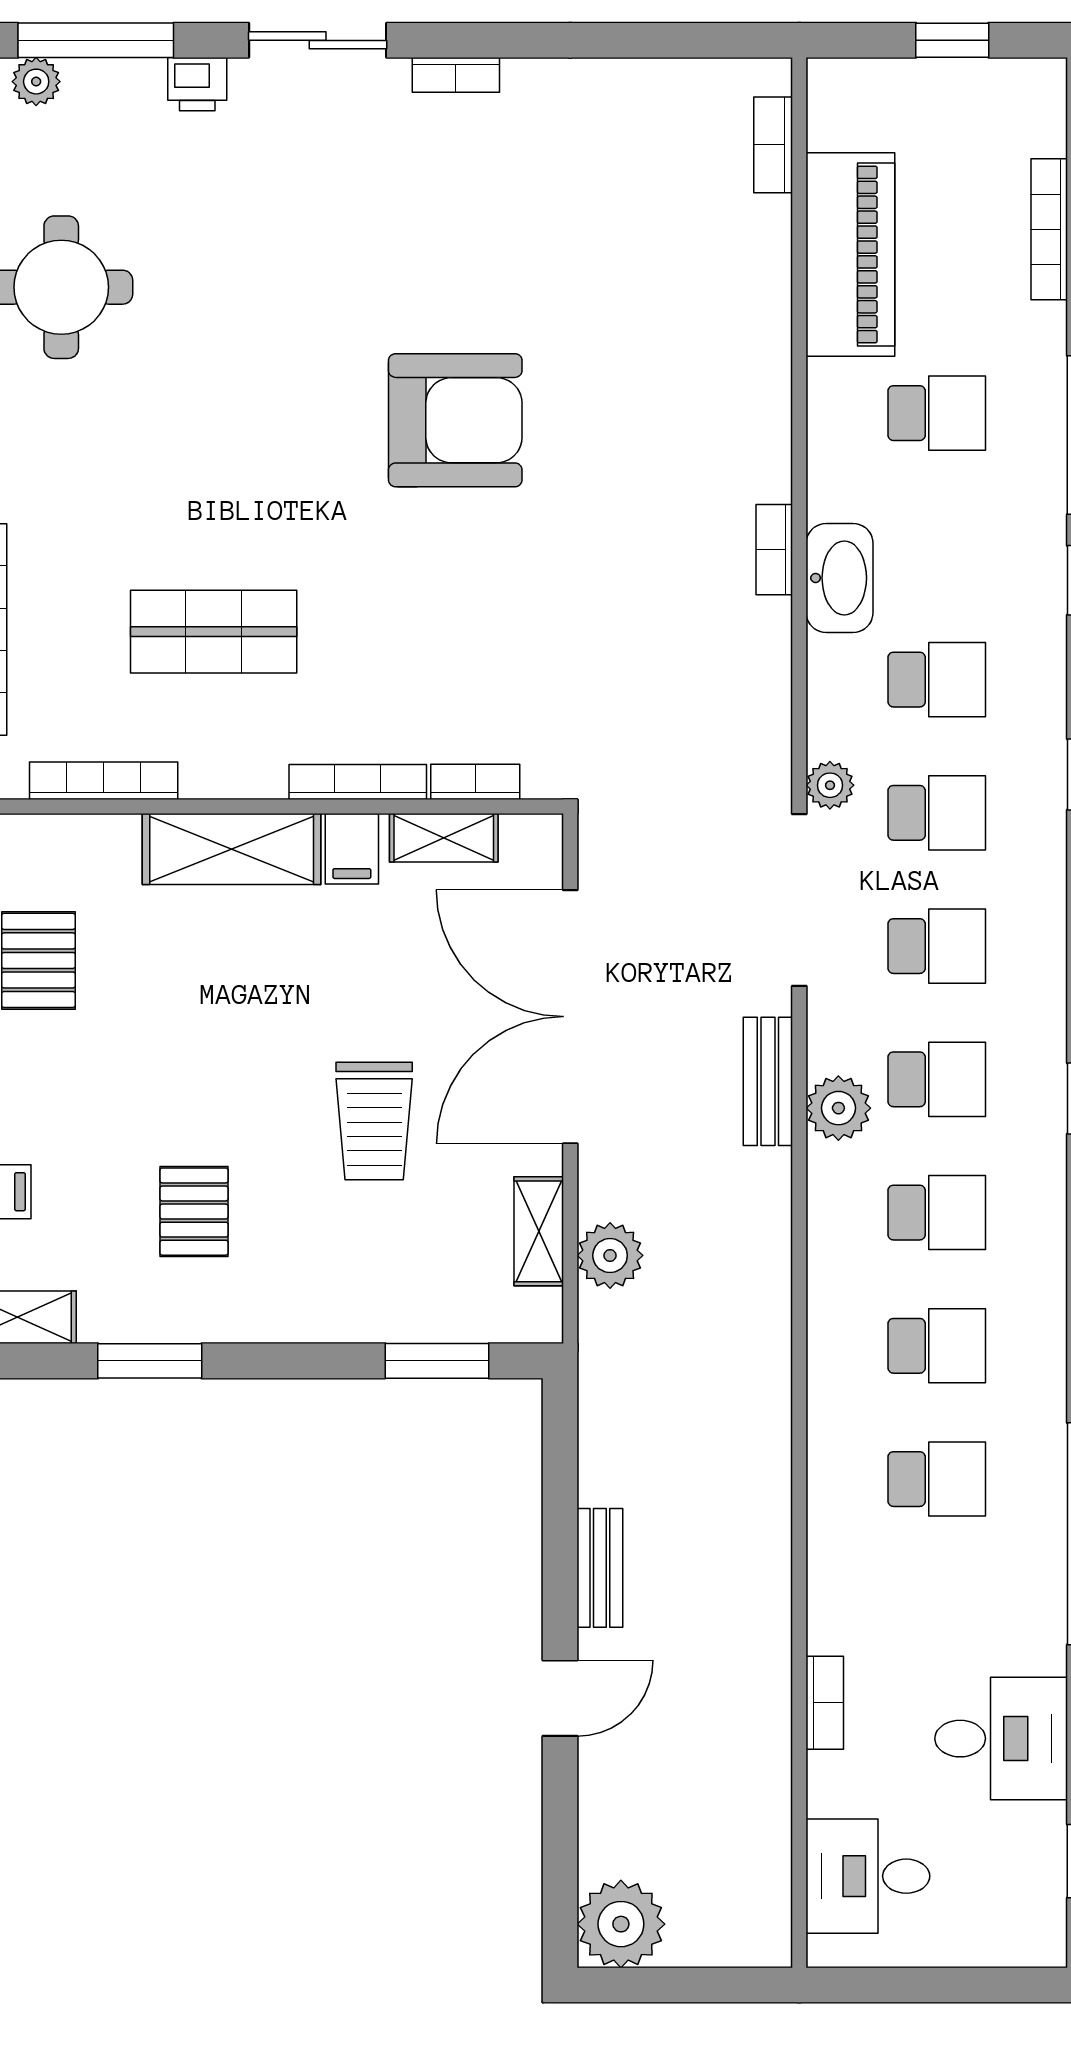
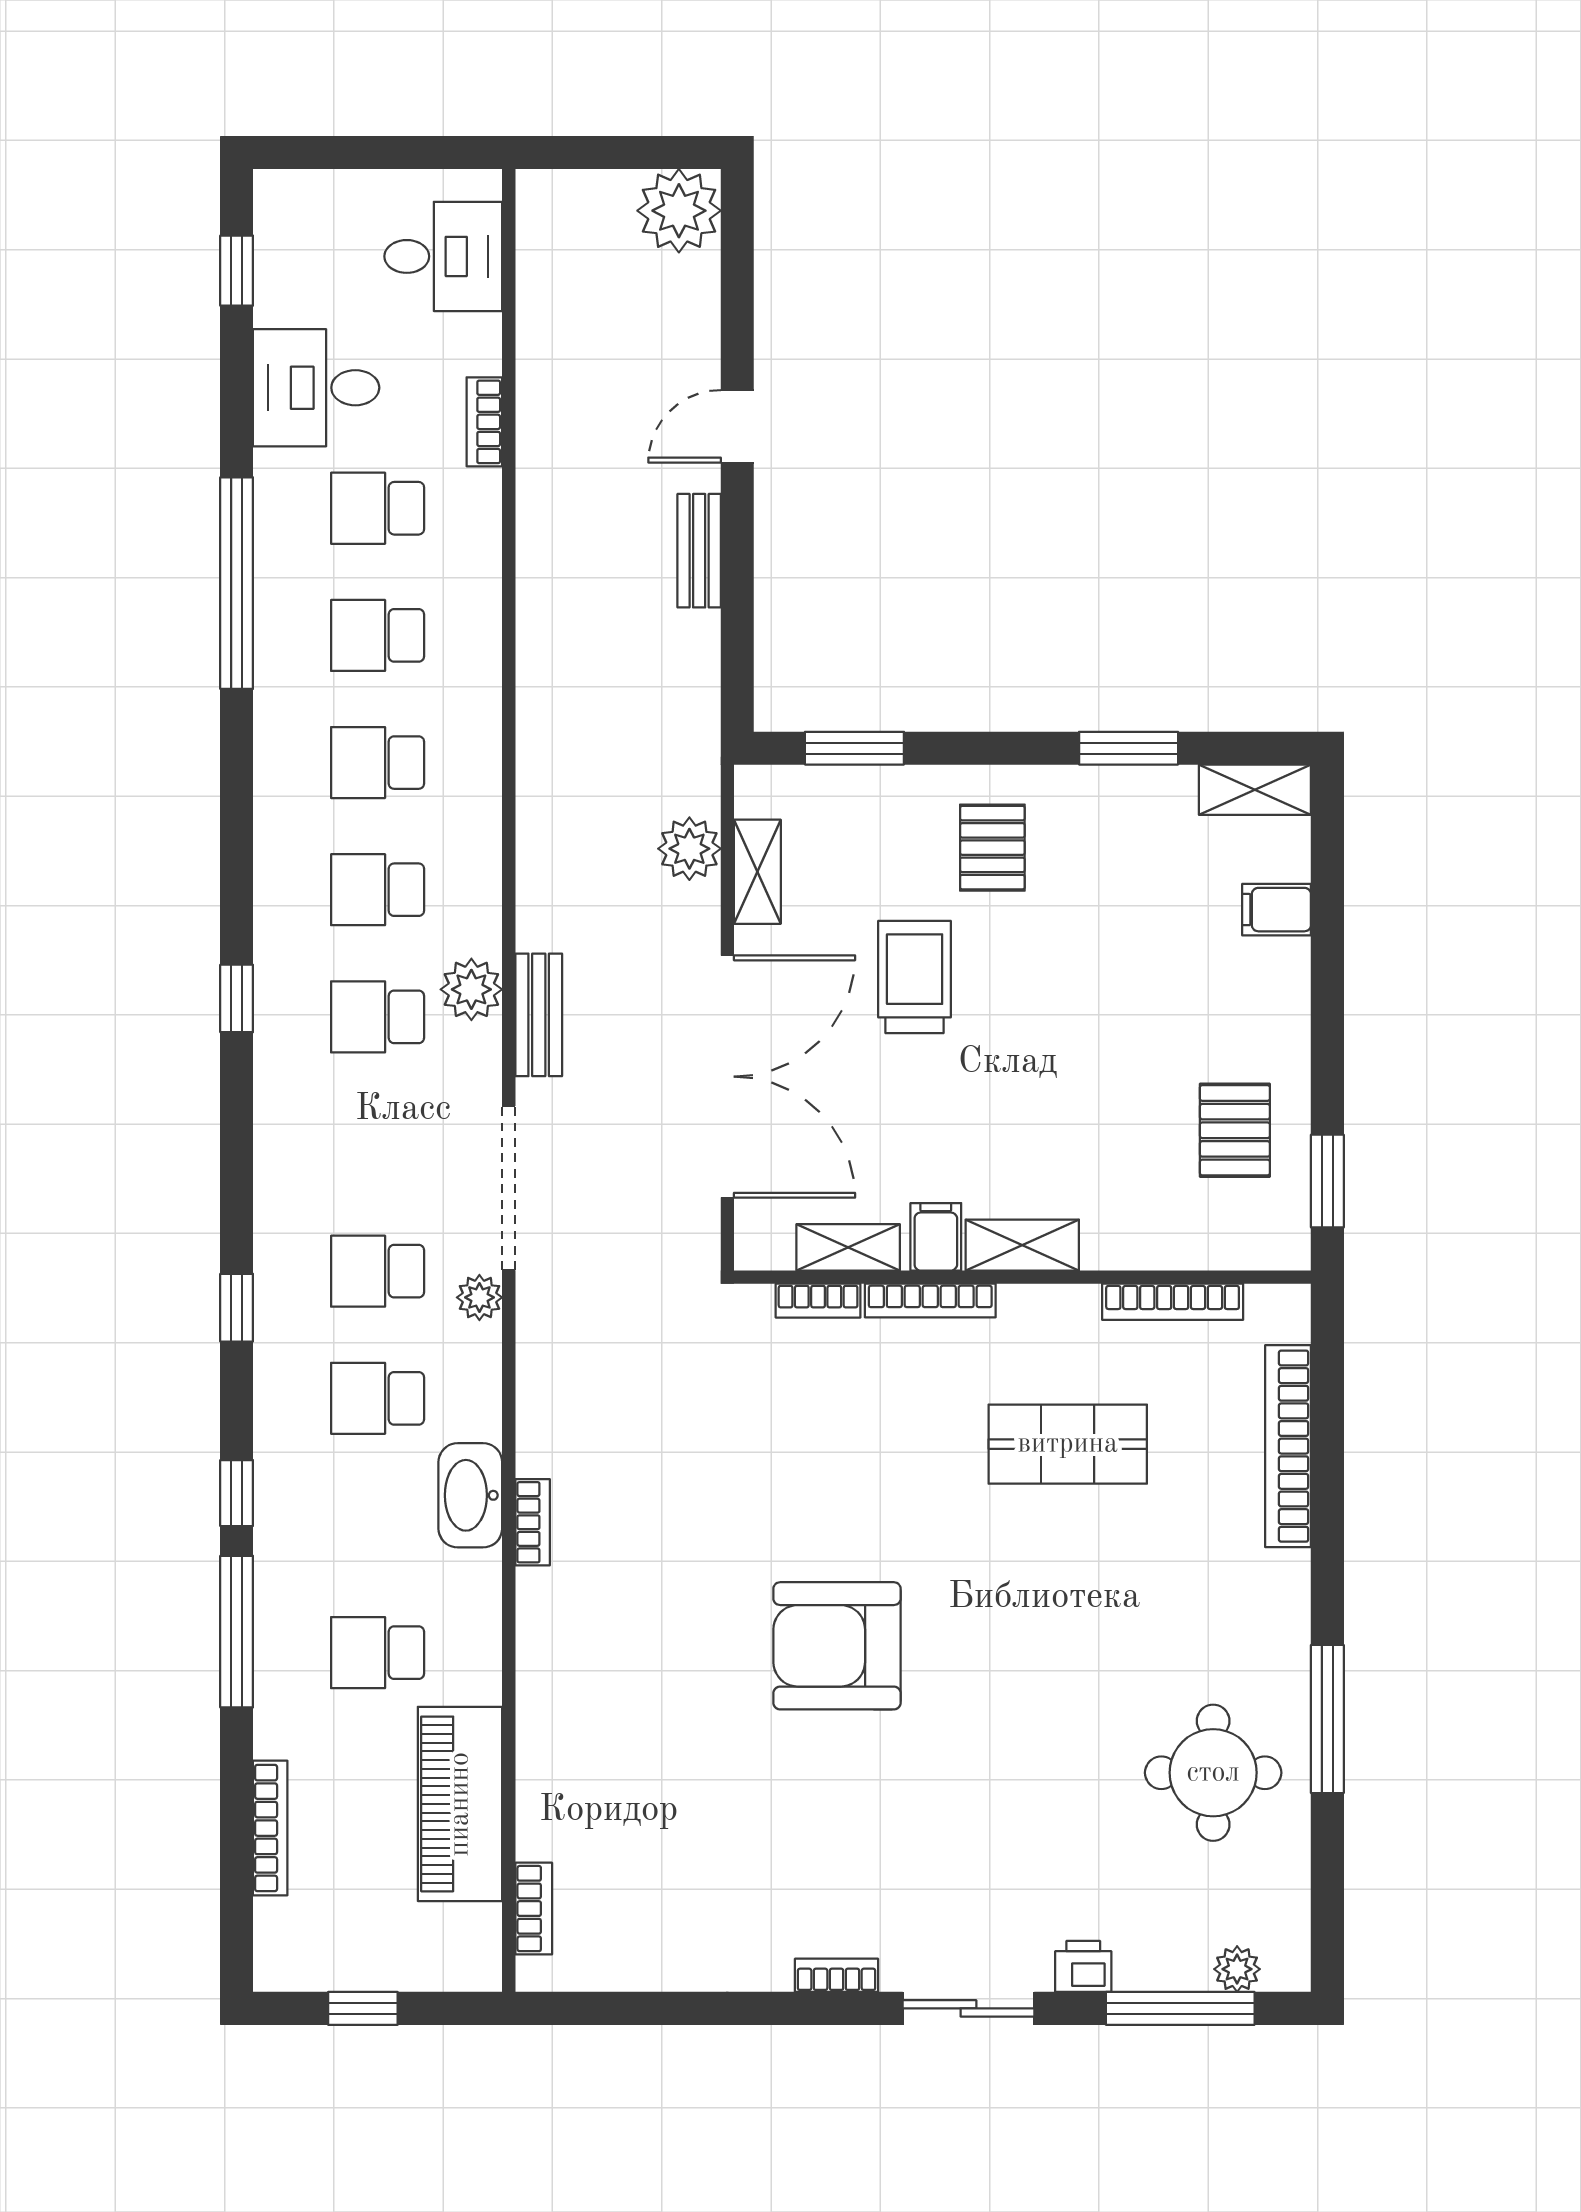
shelving: (232, 849) -> (1022, 1245), width x0.67, depth x0.75
school desk: (937, 946) -> (378, 508), moved
pallet: (194, 1212) -> (992, 848), moved

